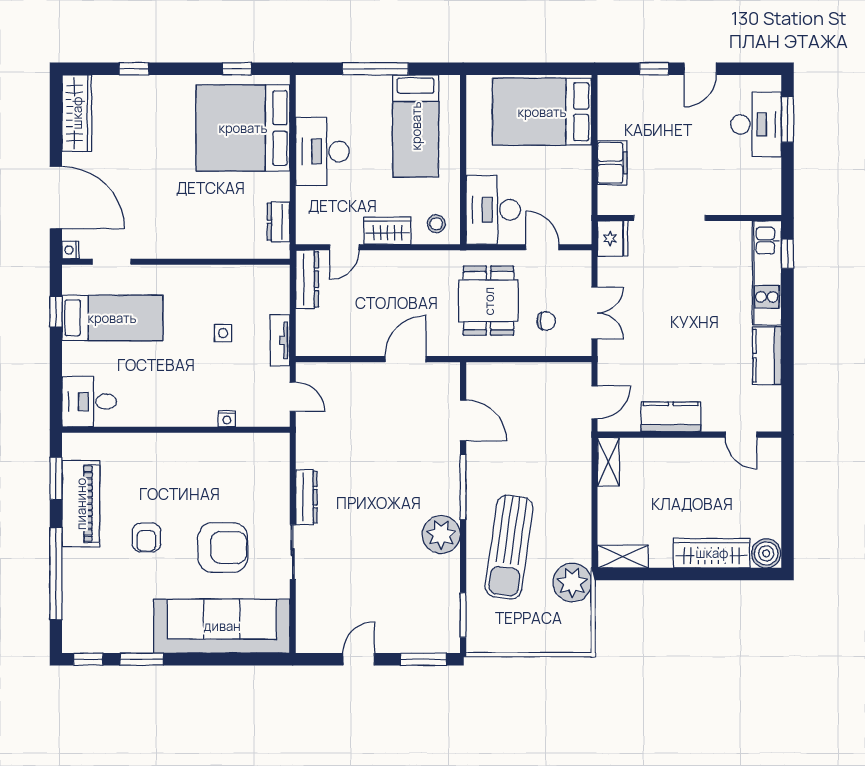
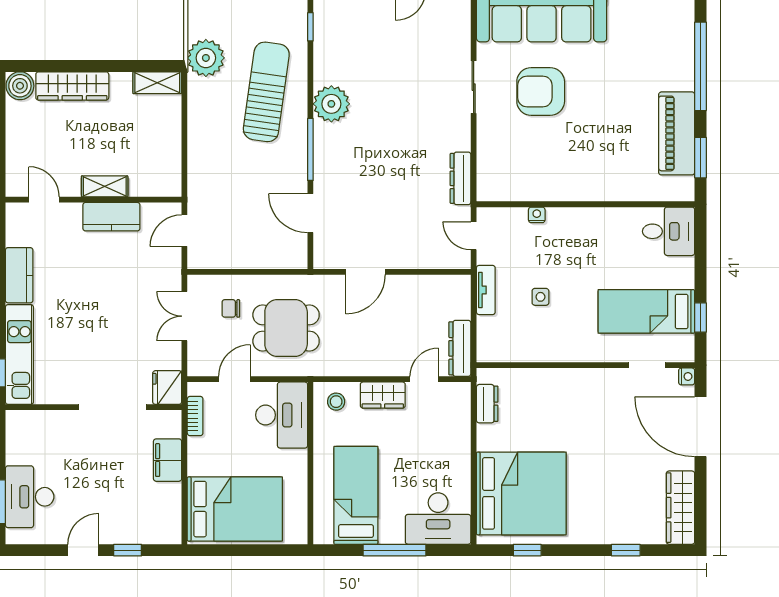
desk: (323, 152) -> (438, 519), moved, turned 90
bookcase: (583, 209) -> (195, 416), added
door: (542, 247) -> (235, 379), swing flipped
dining table: (489, 301) -> (286, 328), turned 90
shelving: (608, 462) -> (105, 186), moved, turned 90
dresser: (306, 497) -> (461, 178), moved
armchair: (146, 537) -> (614, 101), removed
window: (463, 615) -> (310, 27), width x0.67

